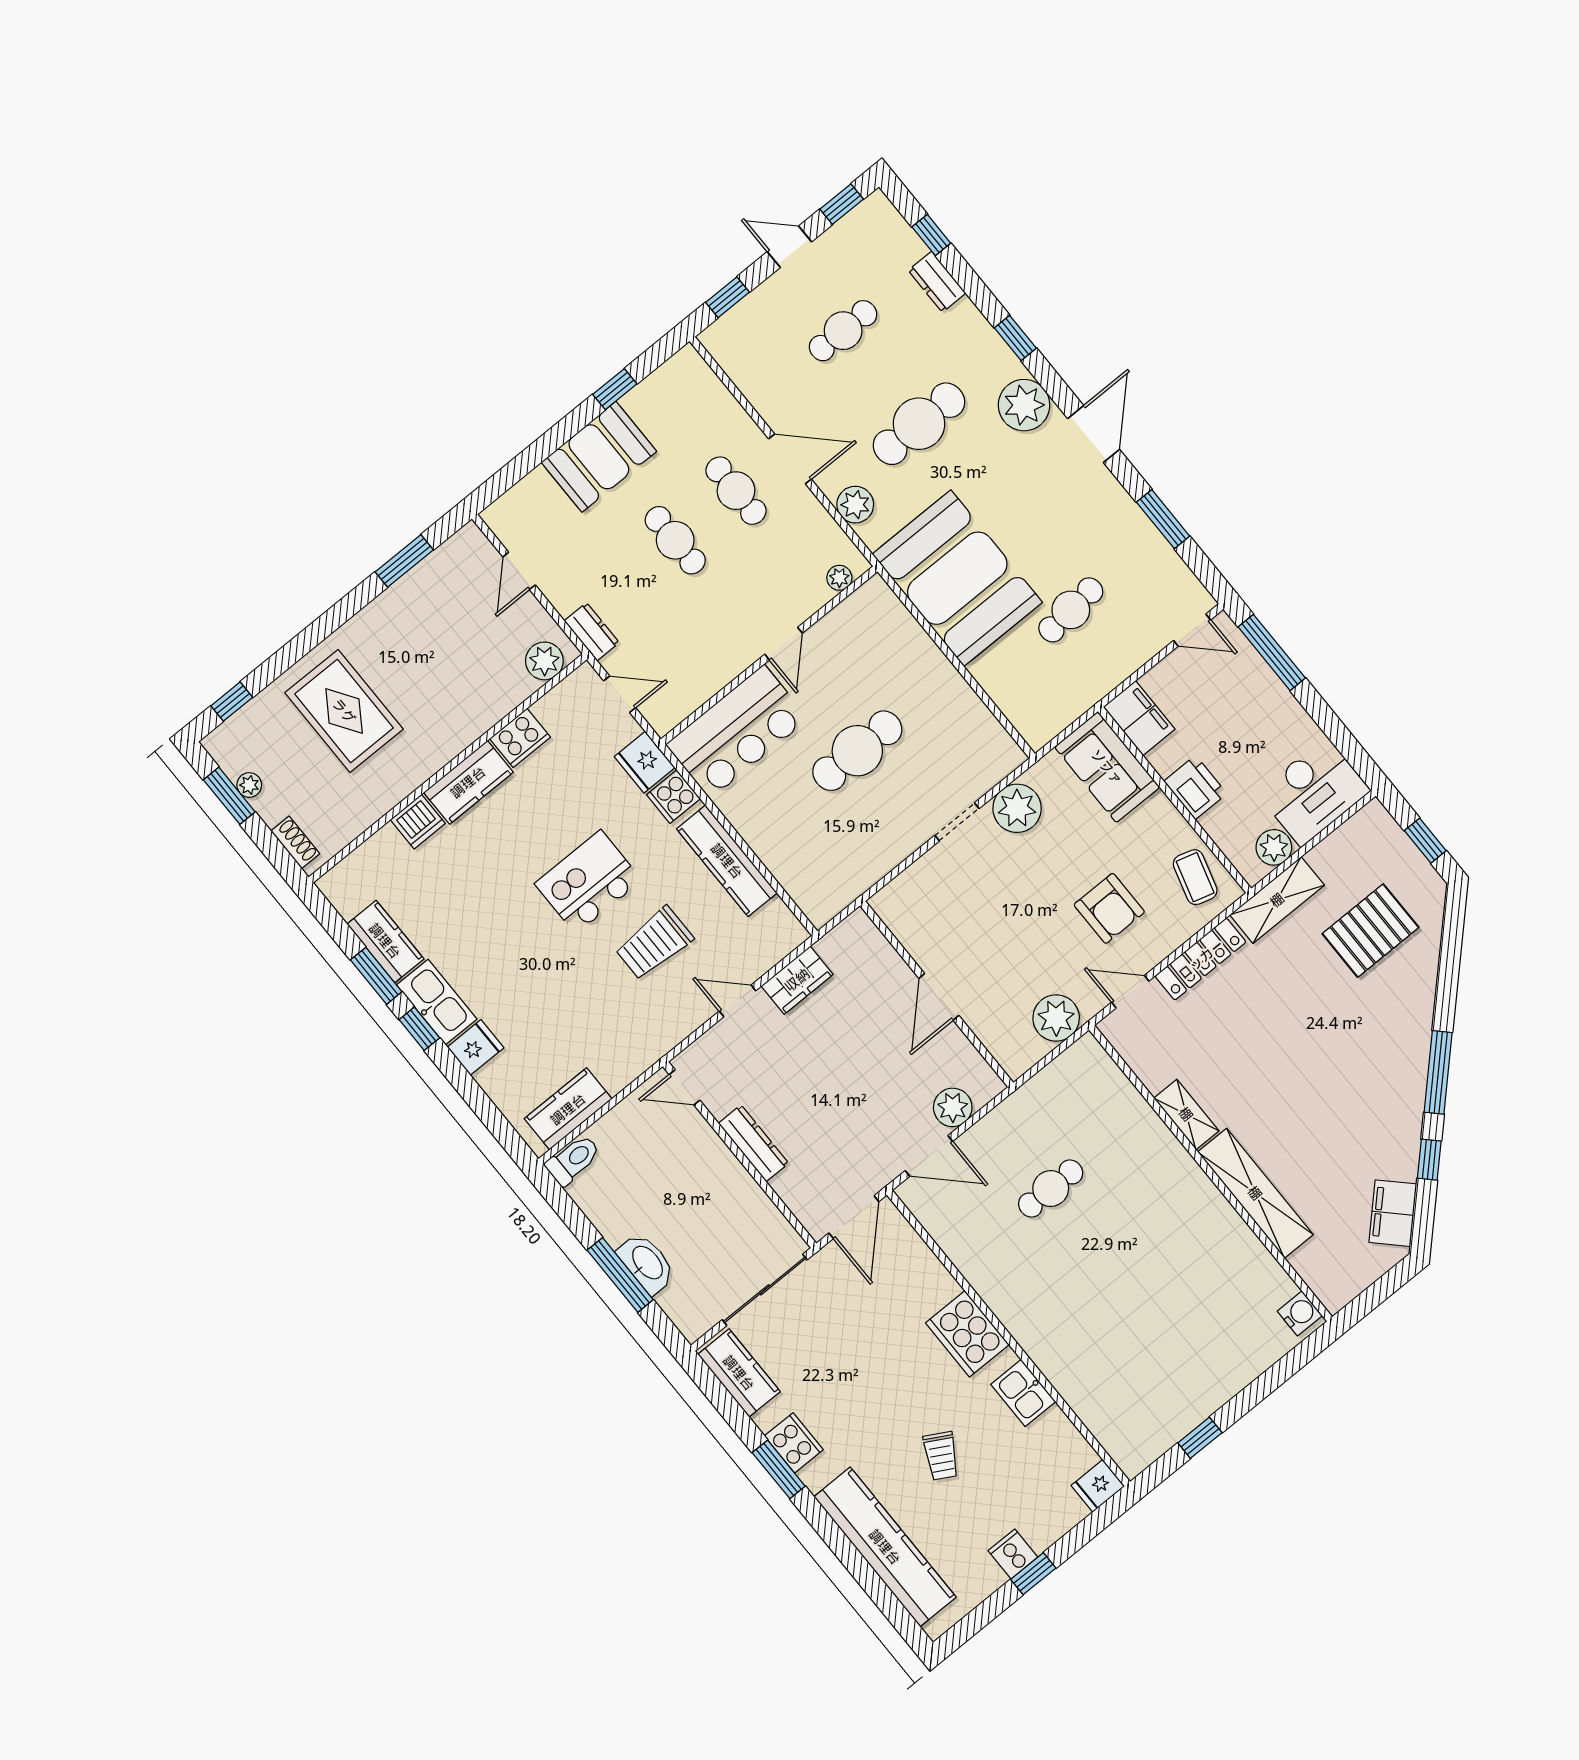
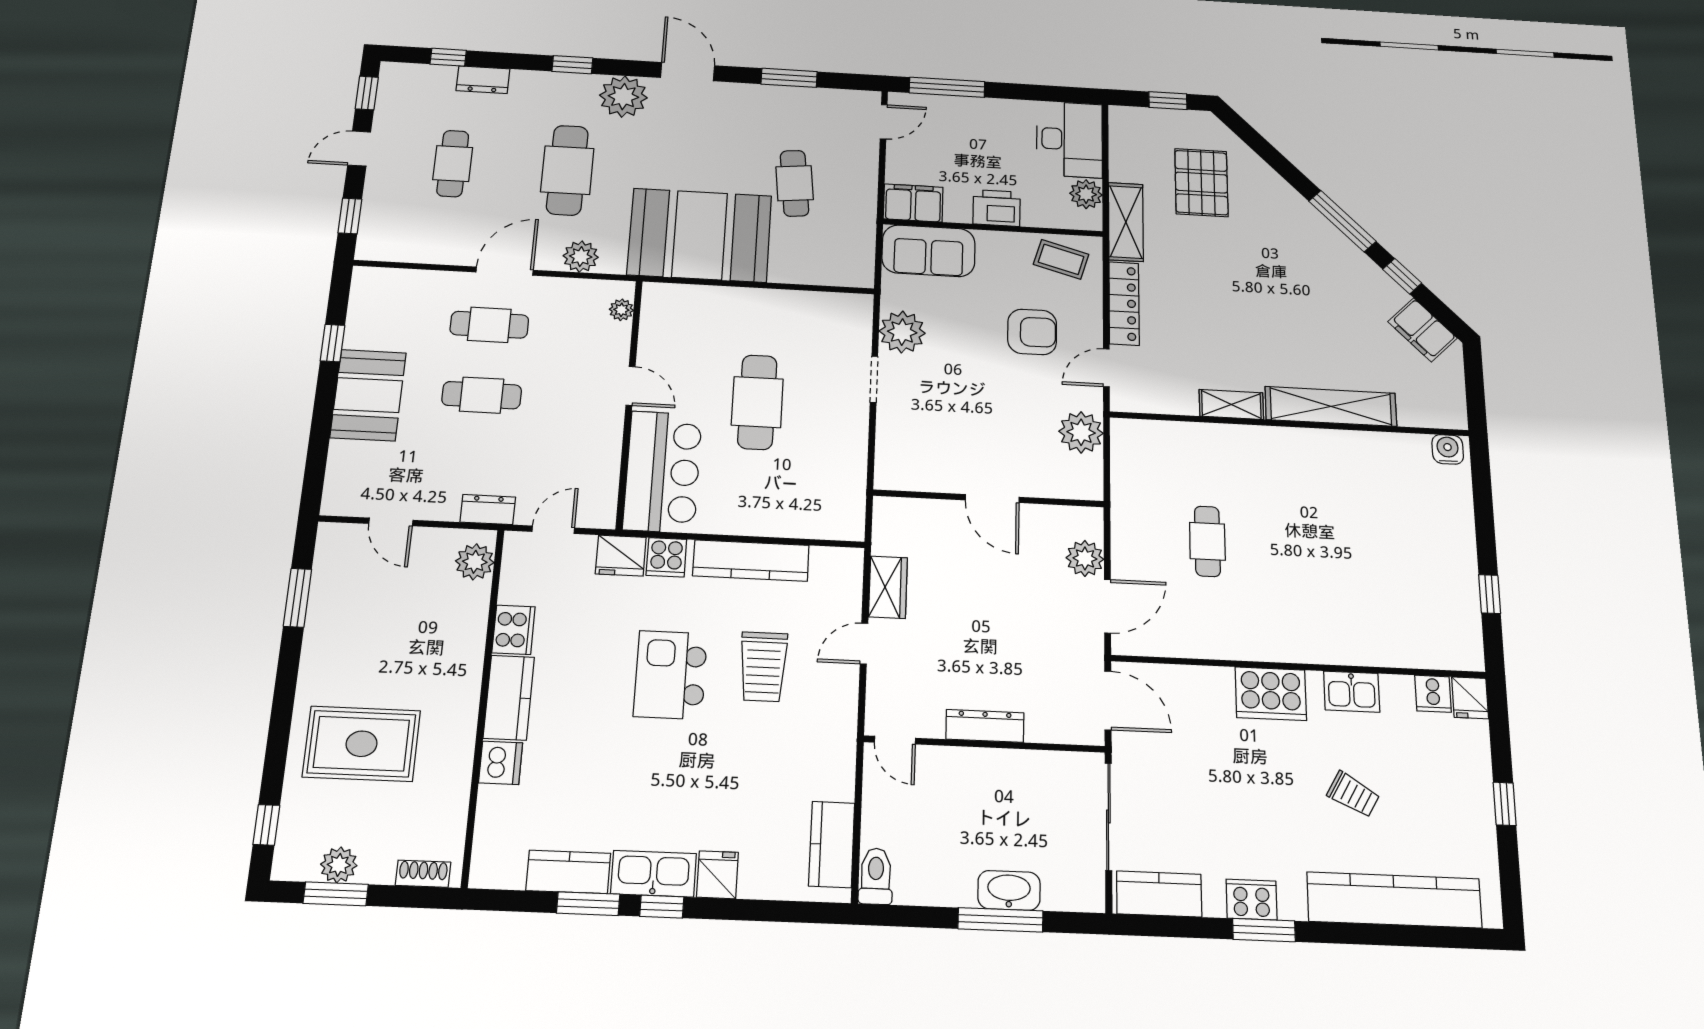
plant: (249, 785) -> (339, 865), width x1.38, depth x1.38
door: (684, 1087) -> (895, 740), hinge flipped
cooker: (1013, 1554) -> (1433, 694), moved, turned -90

